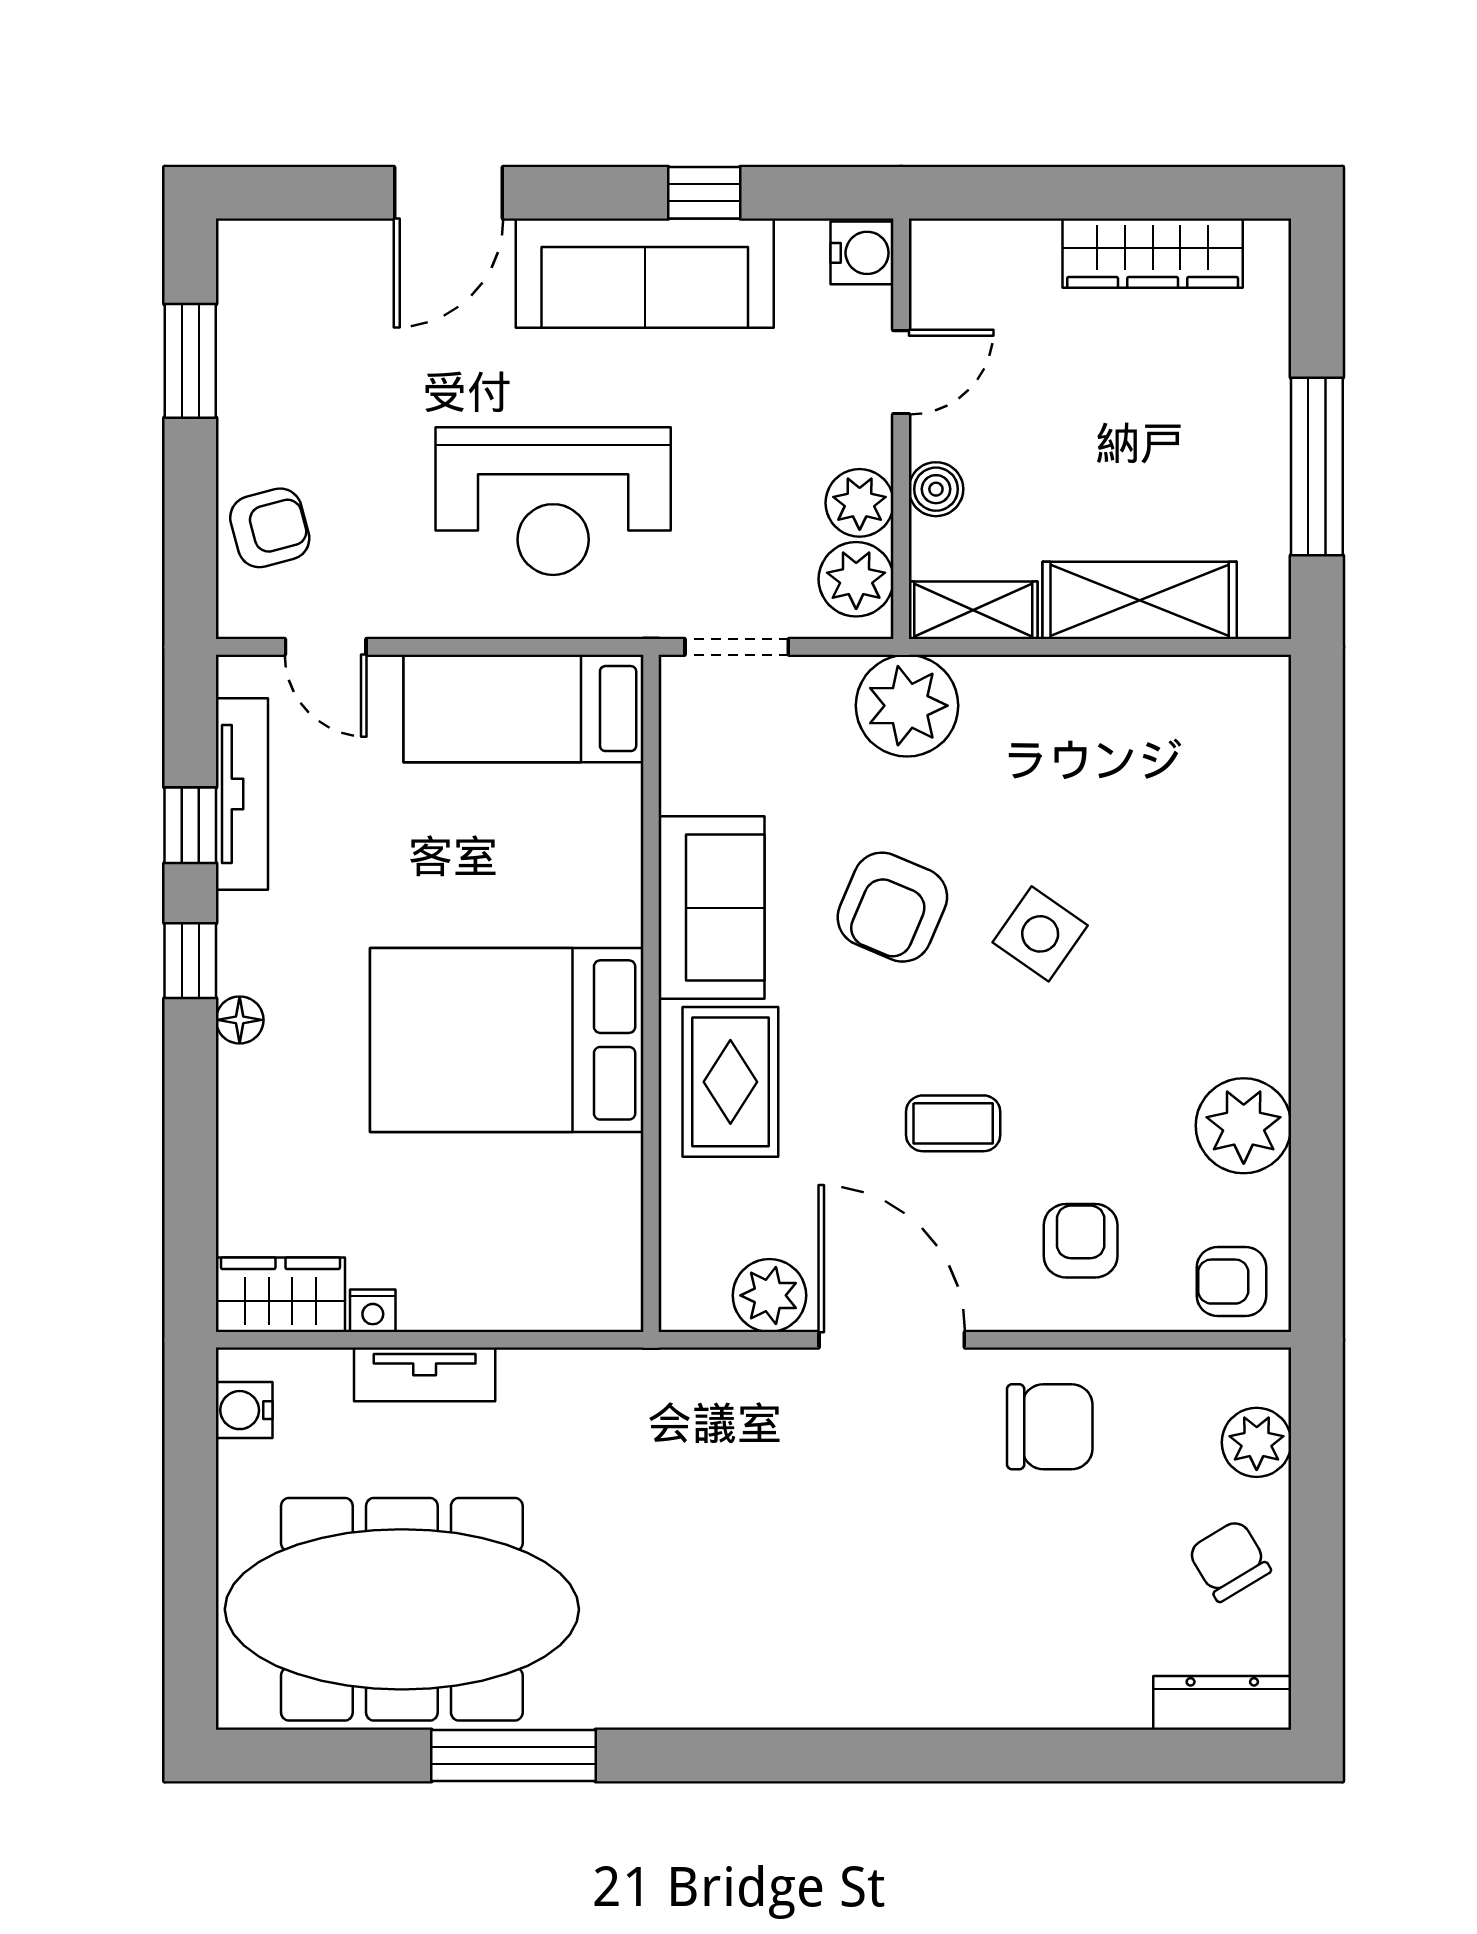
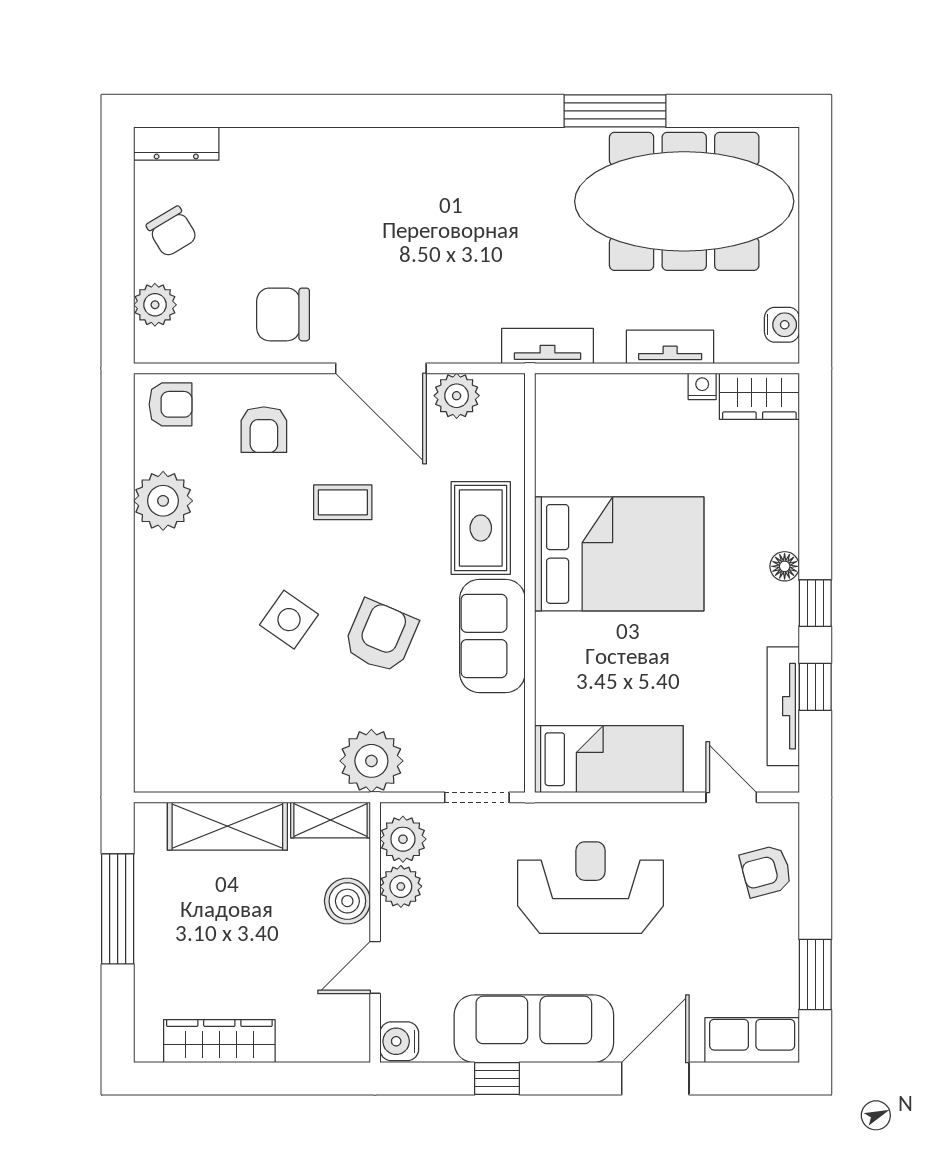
row of seats: (292, 255) -> (752, 1040), added
boiler: (936, 489) -> (347, 901), width x1.36, depth x1.36
tv unit: (623, 1376) -> (548, 346), added

